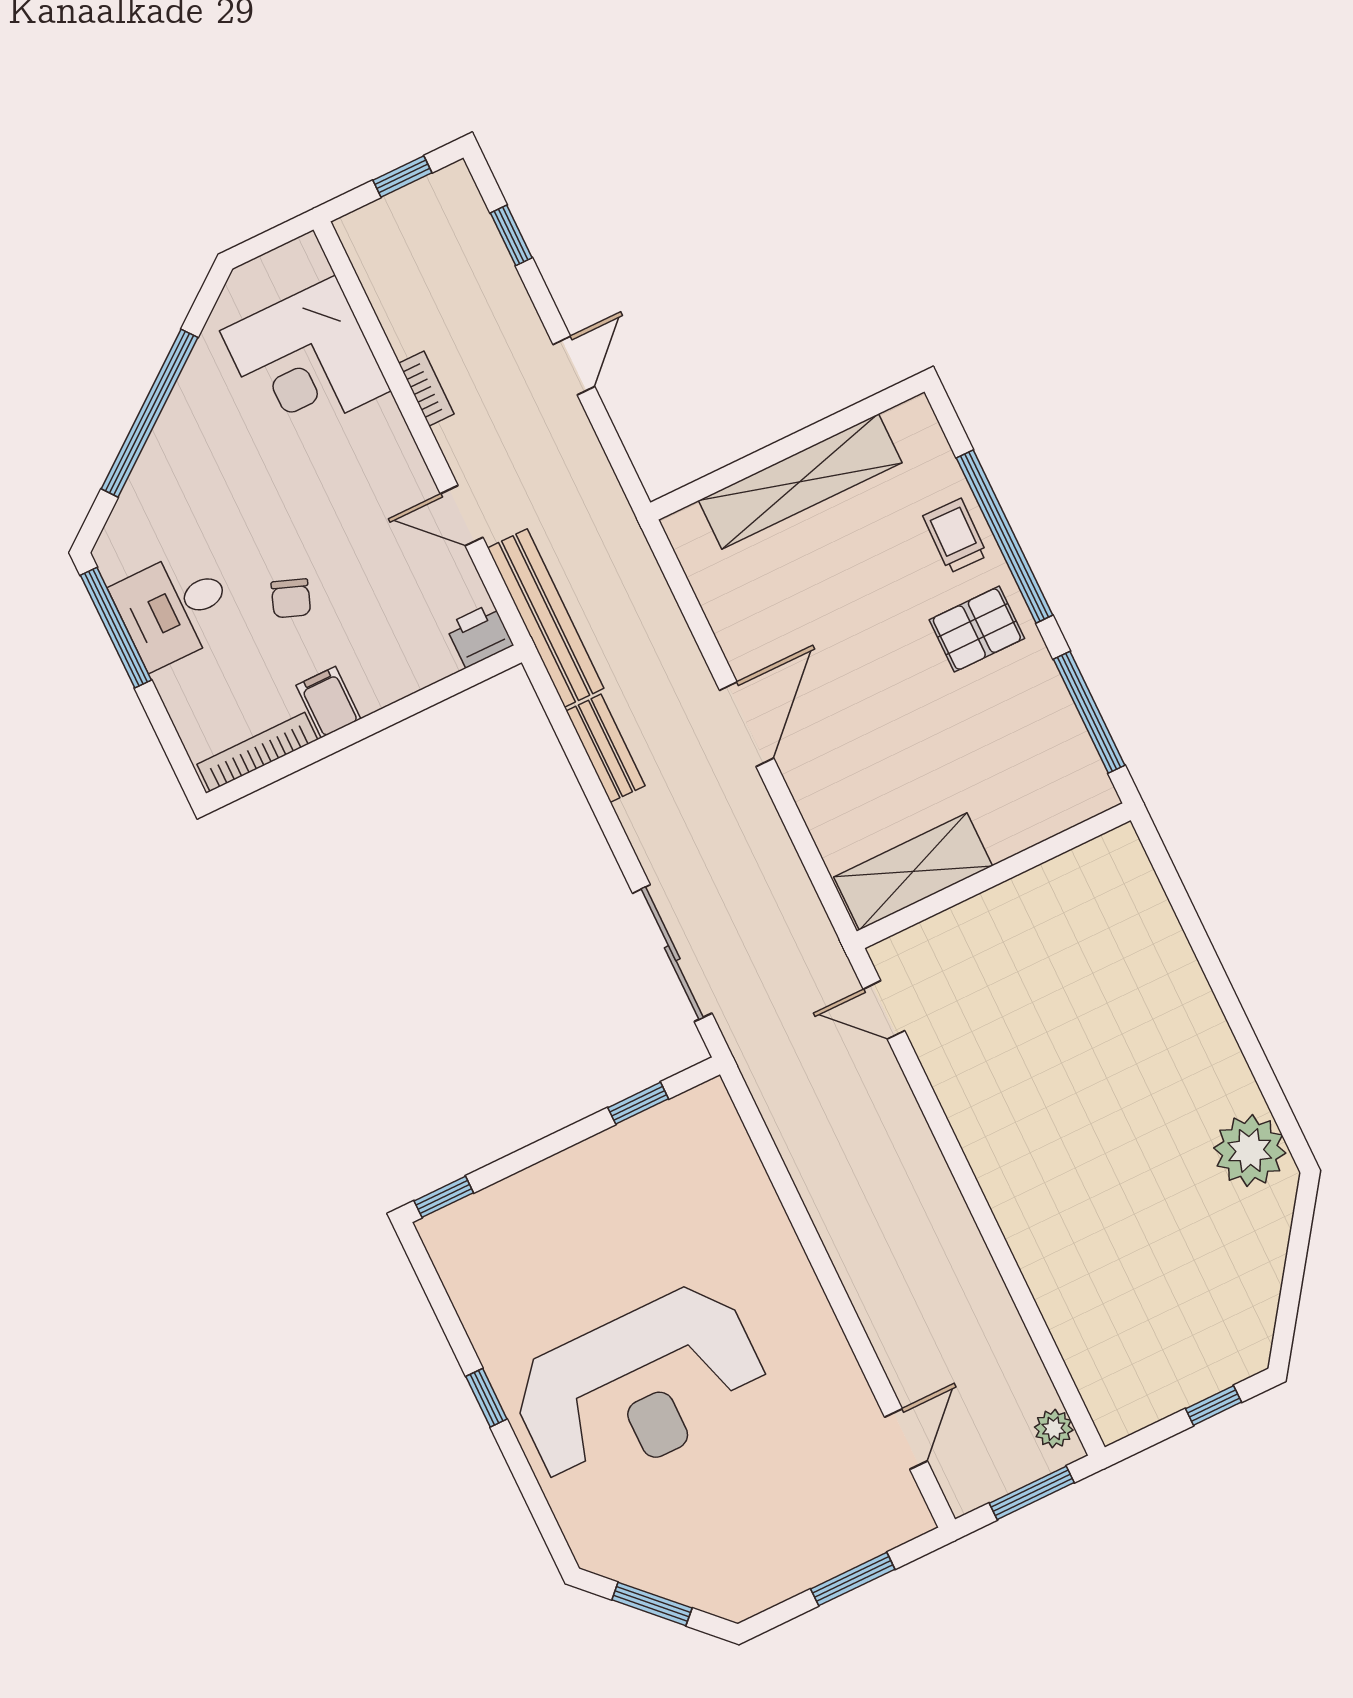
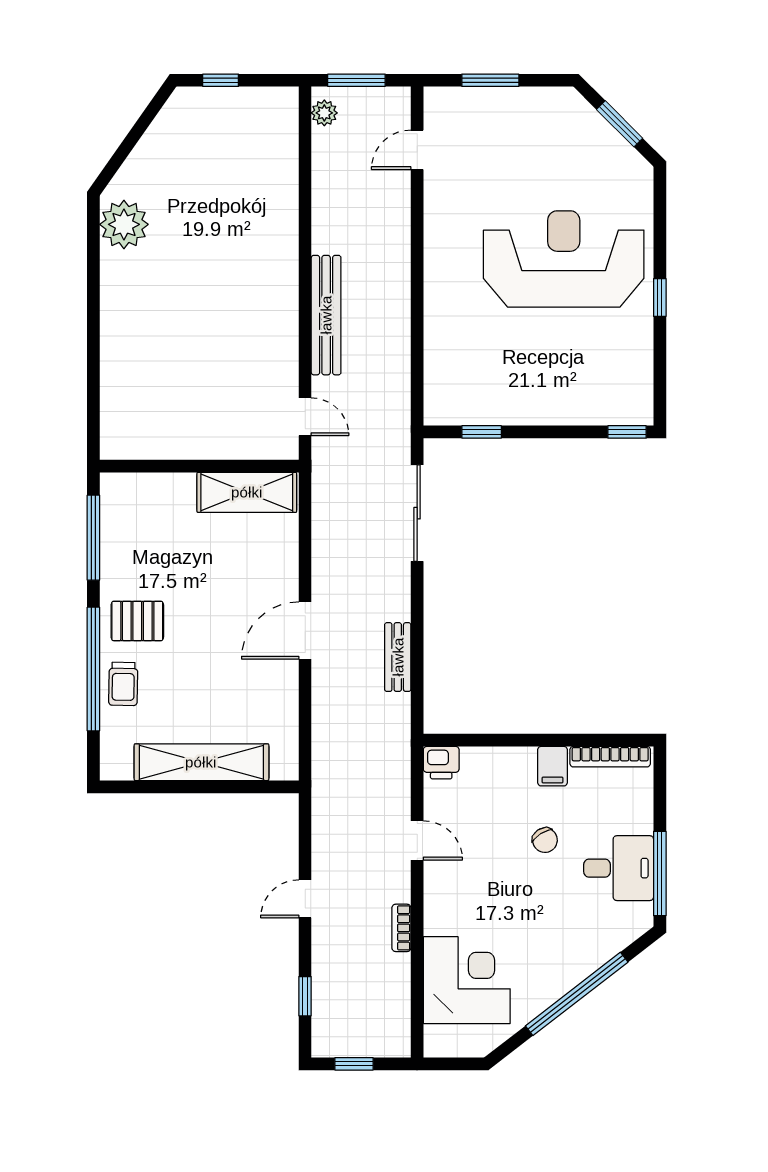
chair: (291, 598) -> (545, 840), turned 127
bench: (546, 618) -> (326, 315), moved

